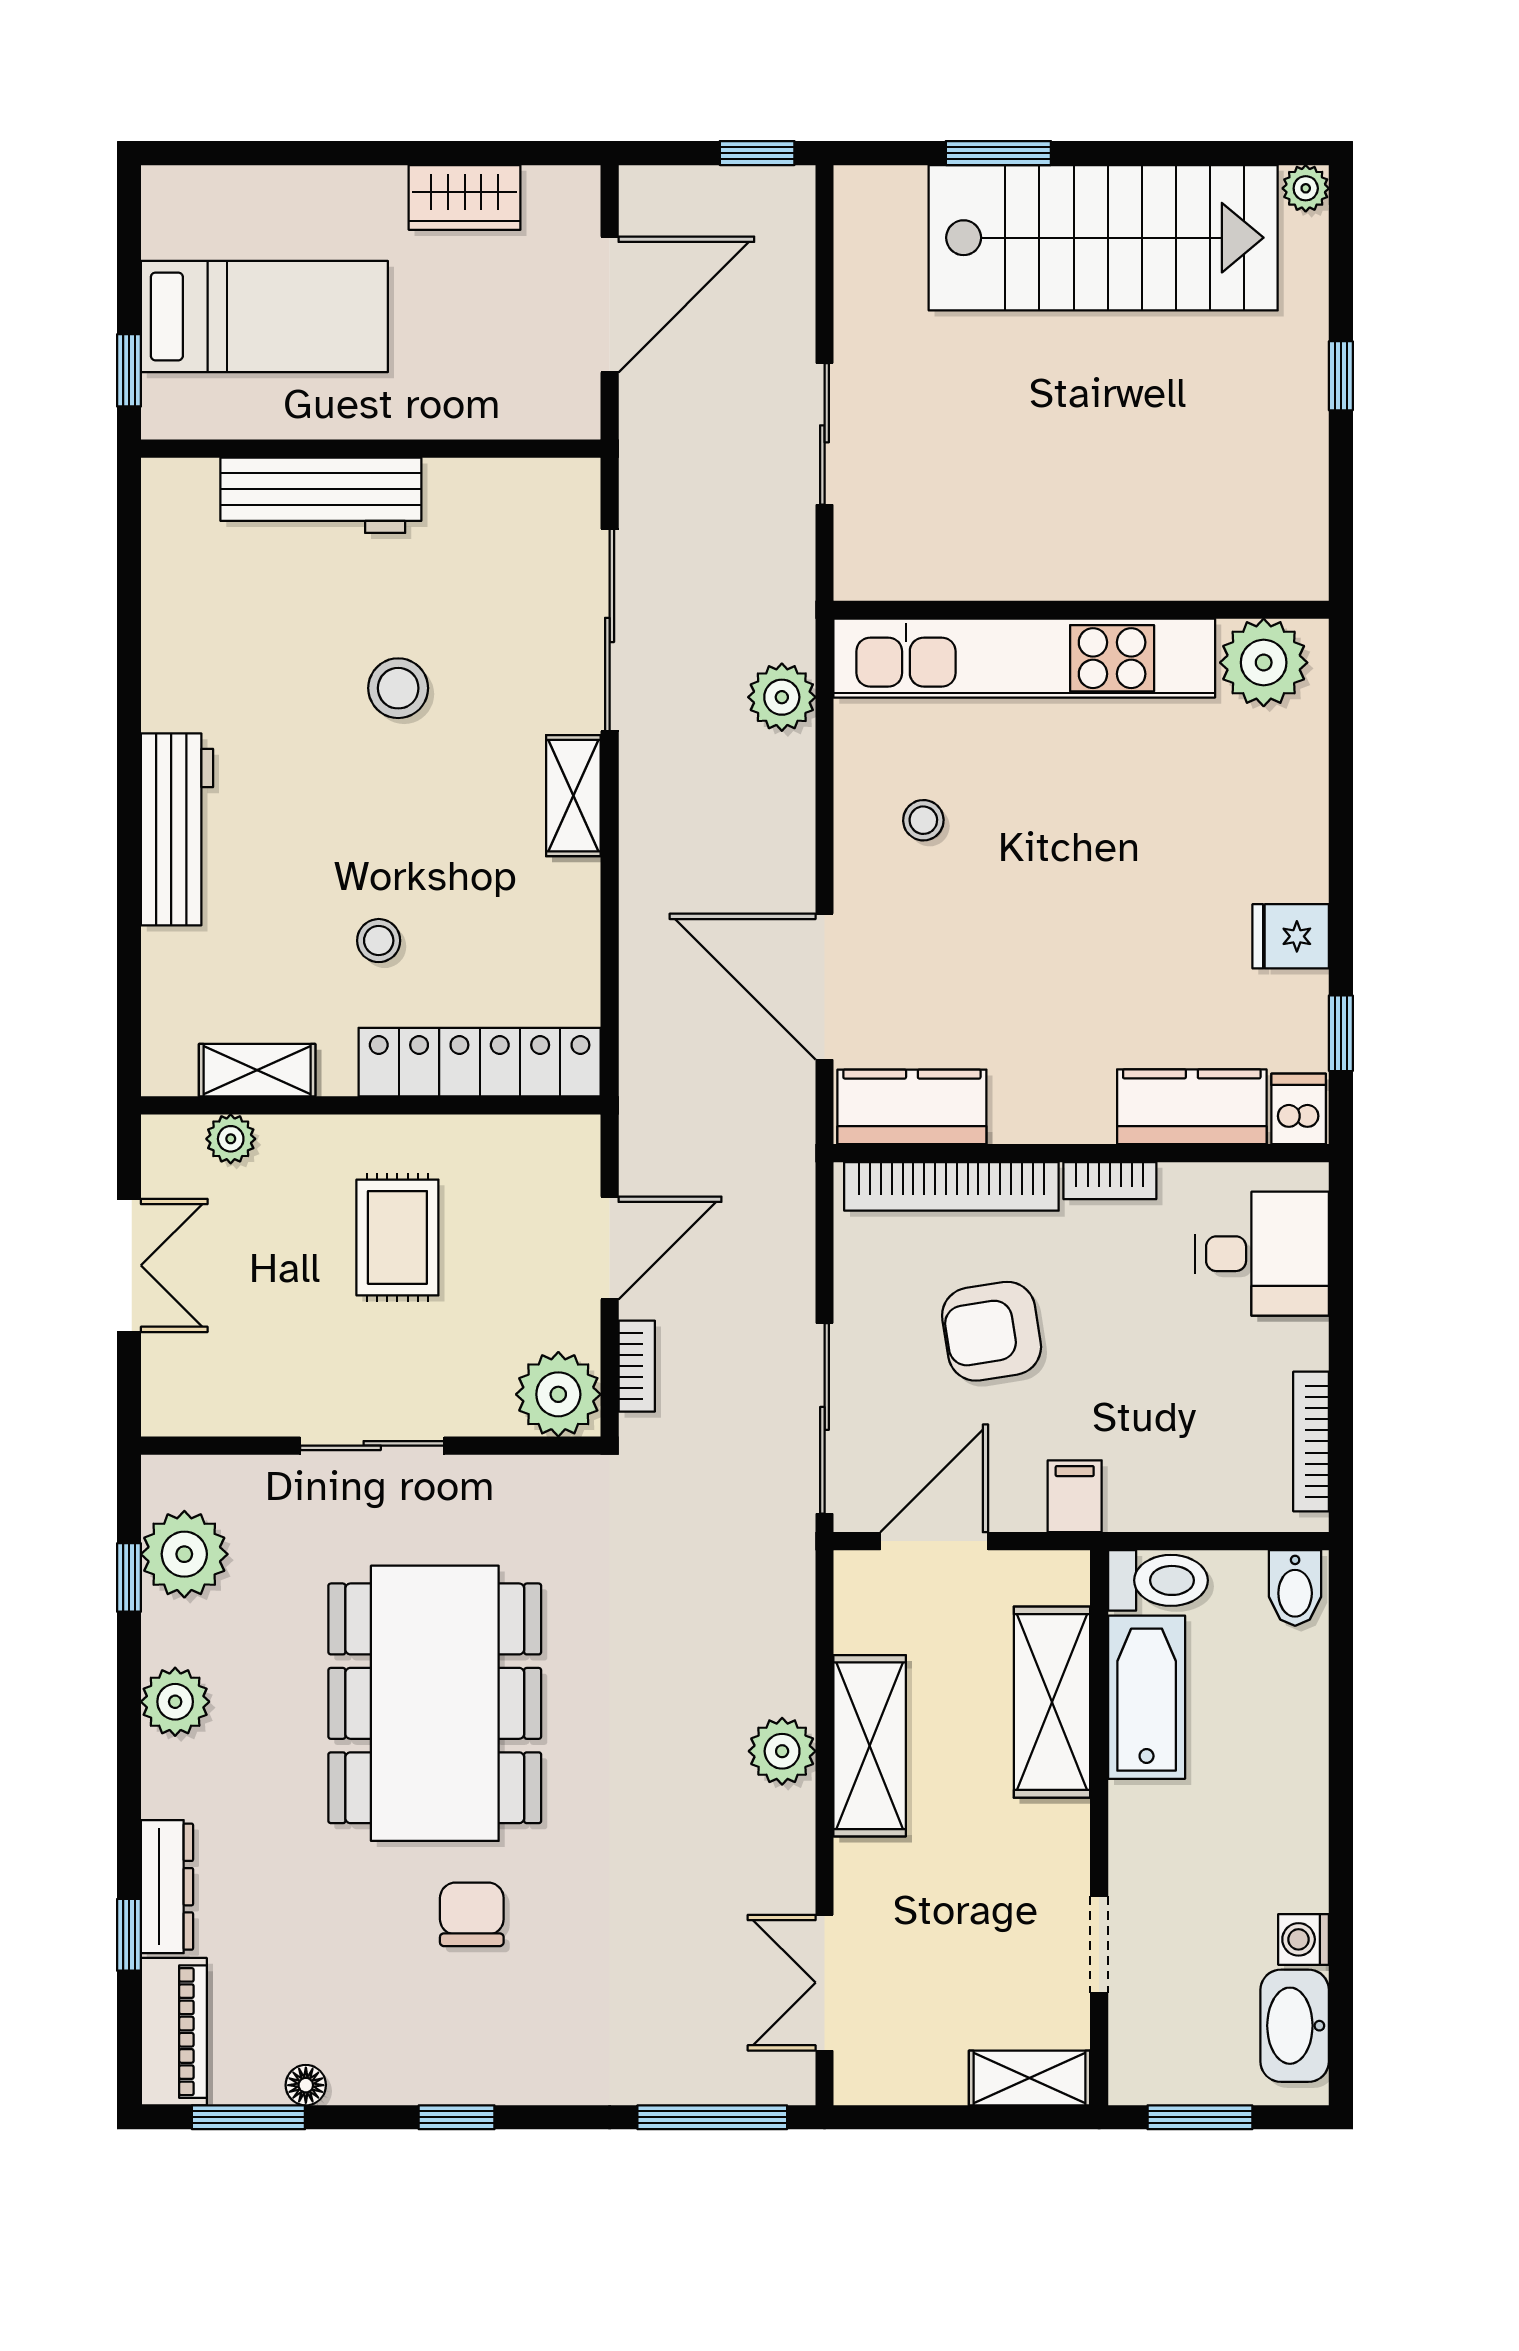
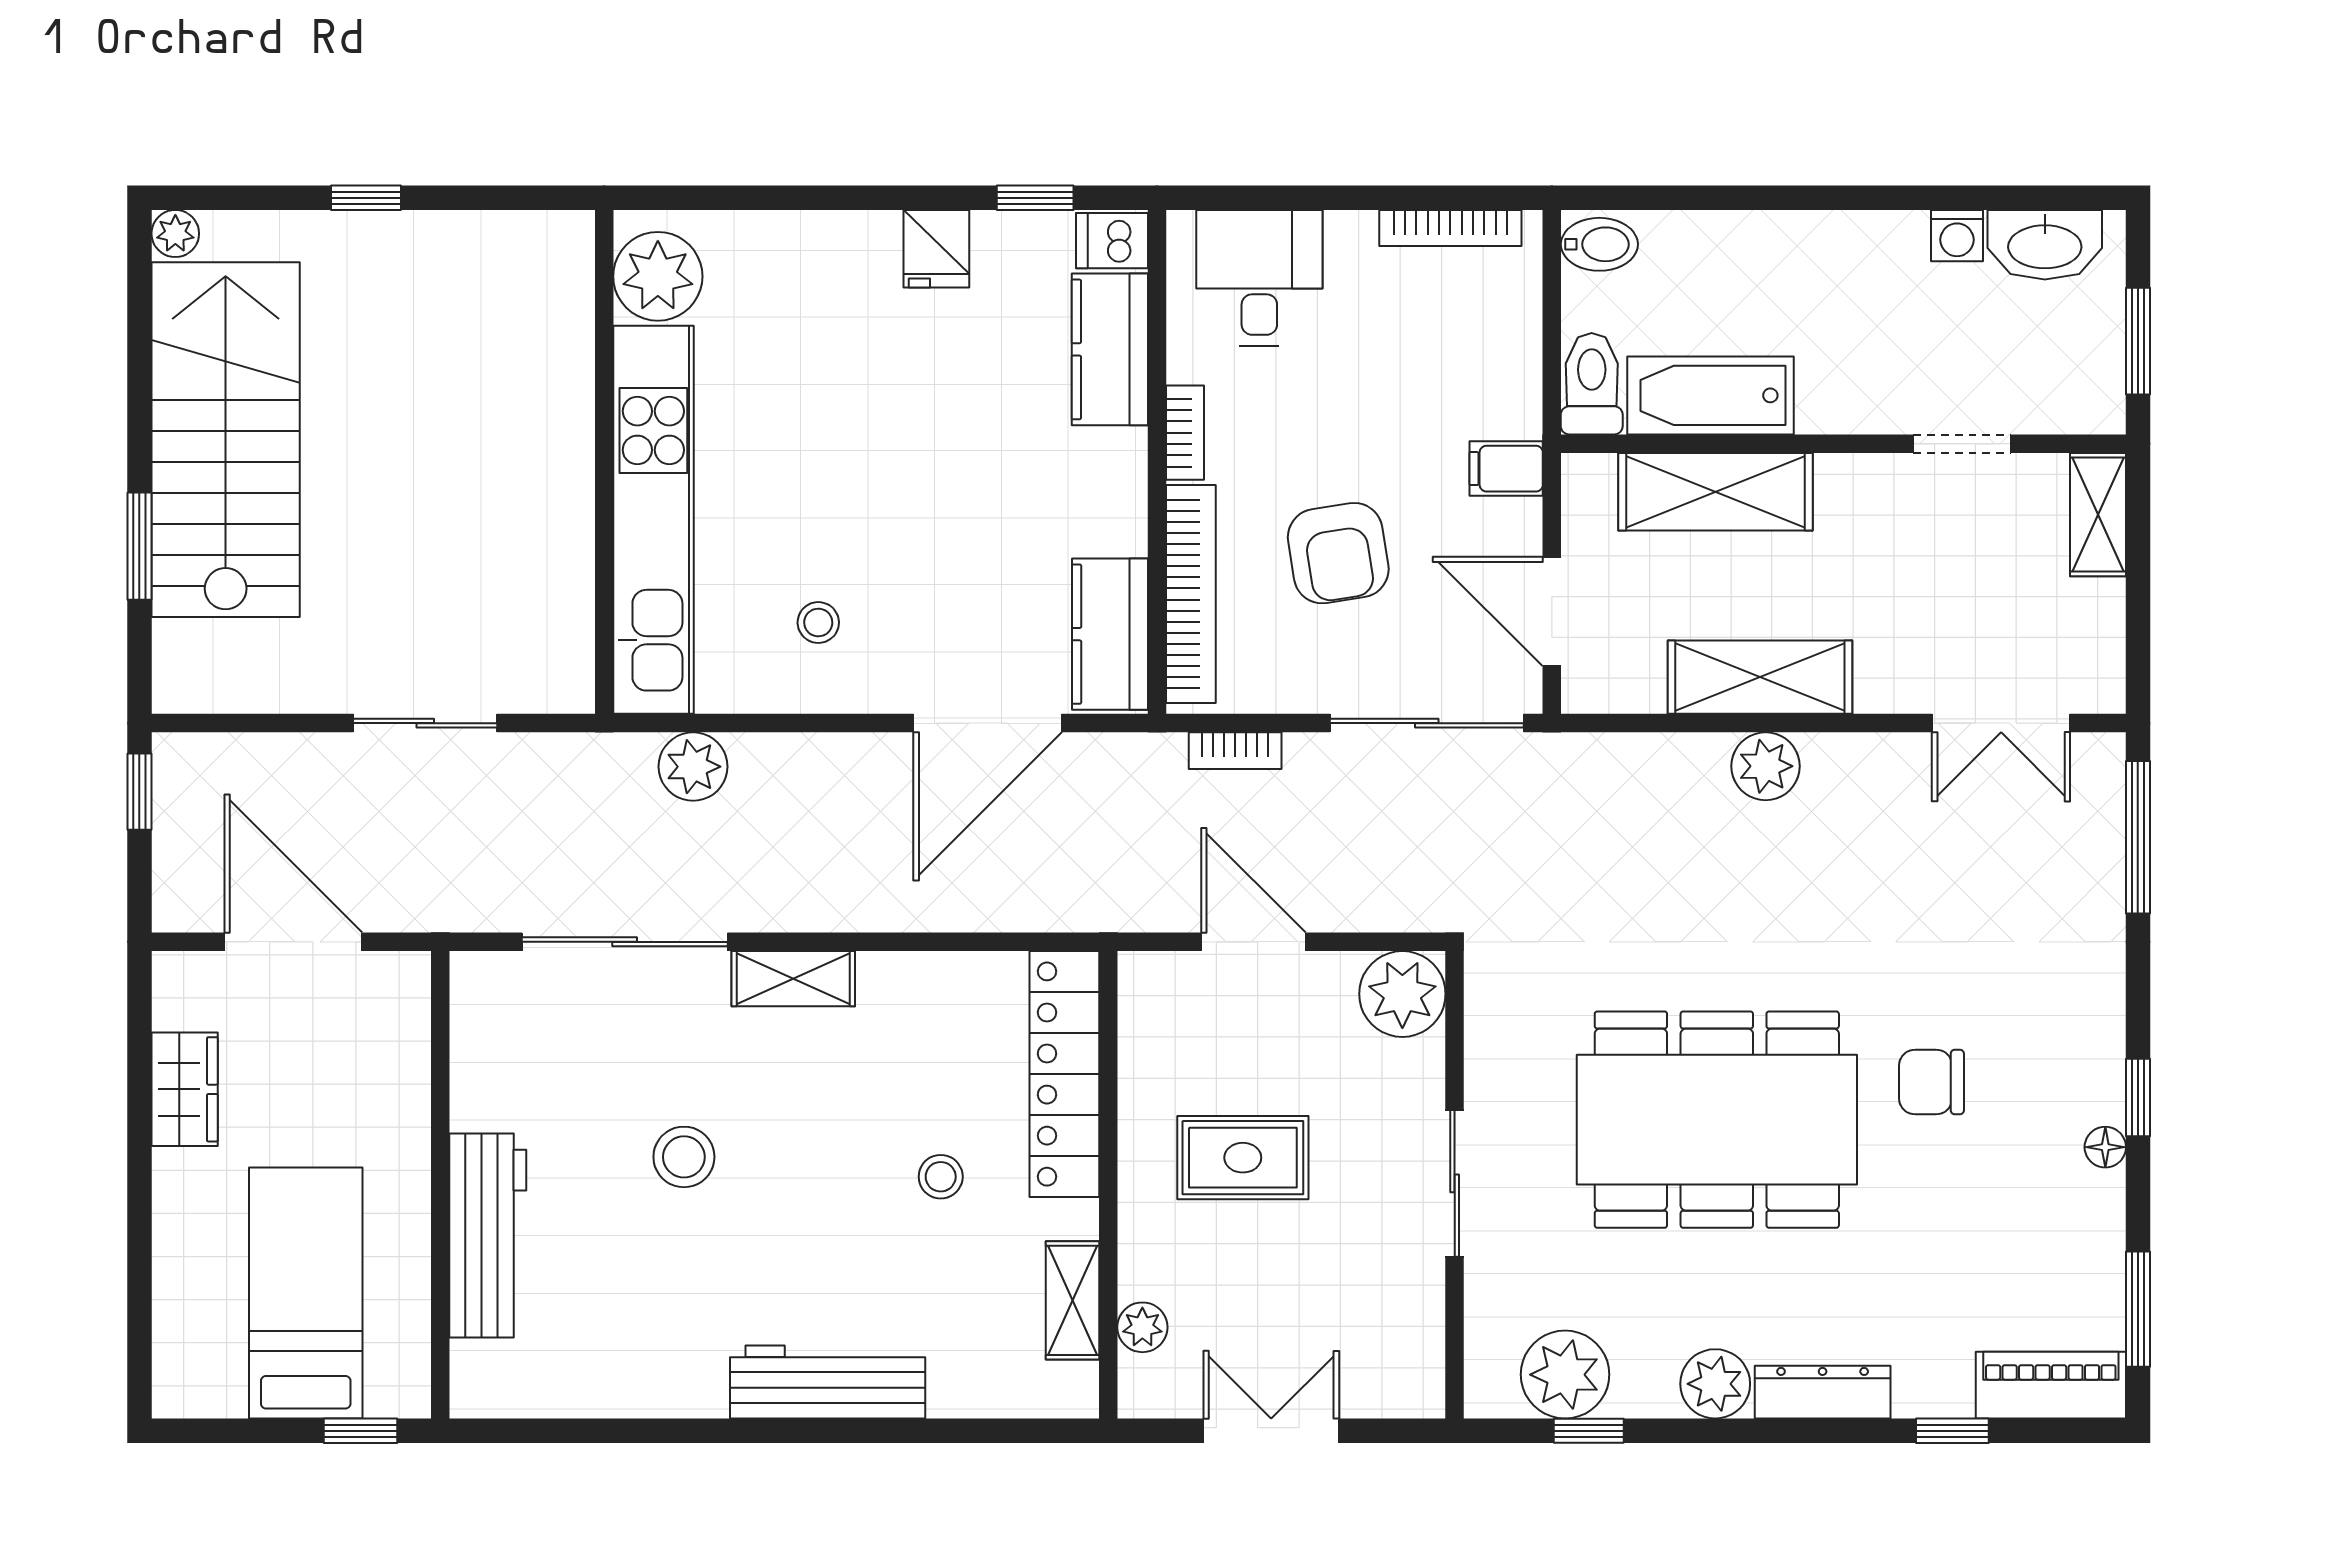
bookcase: (637, 1366) -> (1235, 751), moved, turned 180
dresser: (167, 1887) -> (1823, 1392), moved
floor lamp: (306, 2085) -> (2105, 1147), moved

